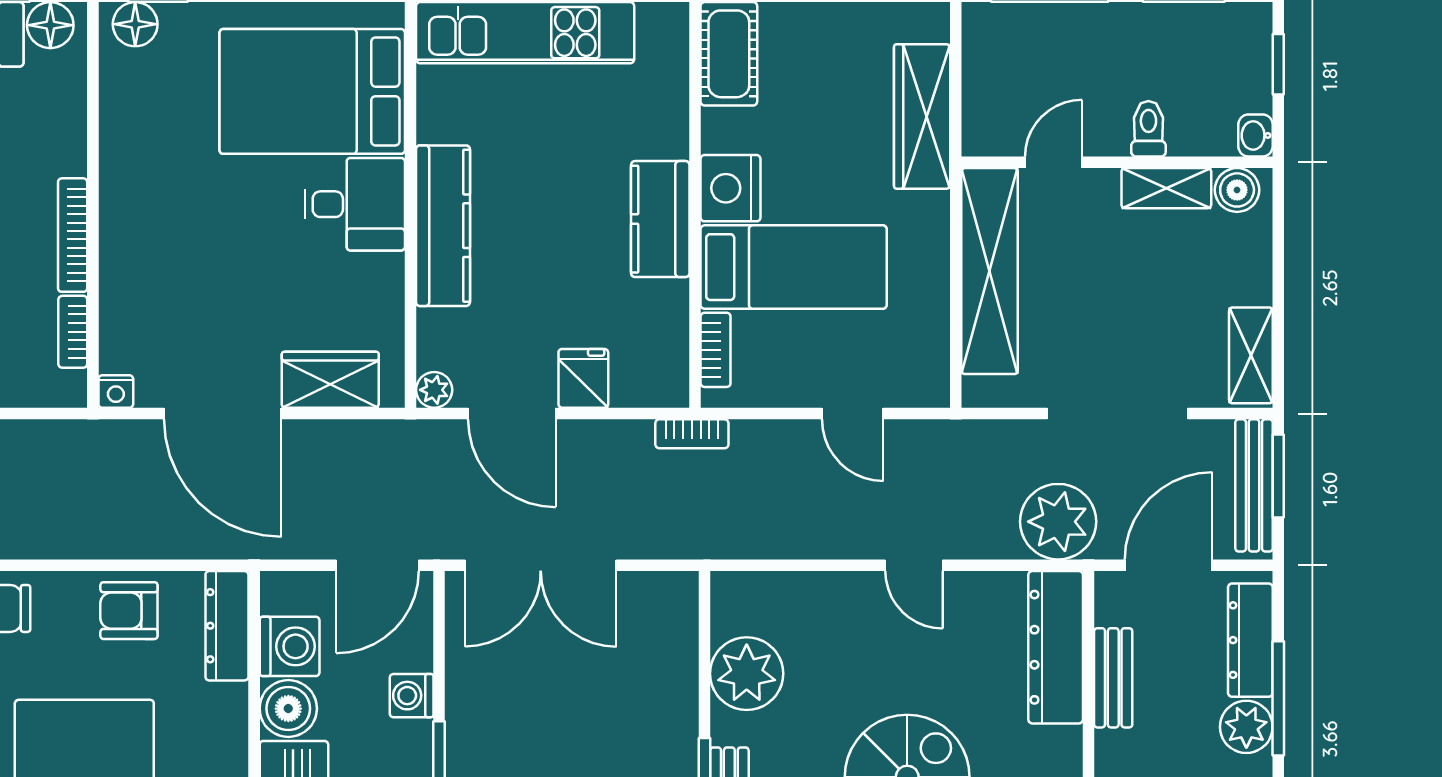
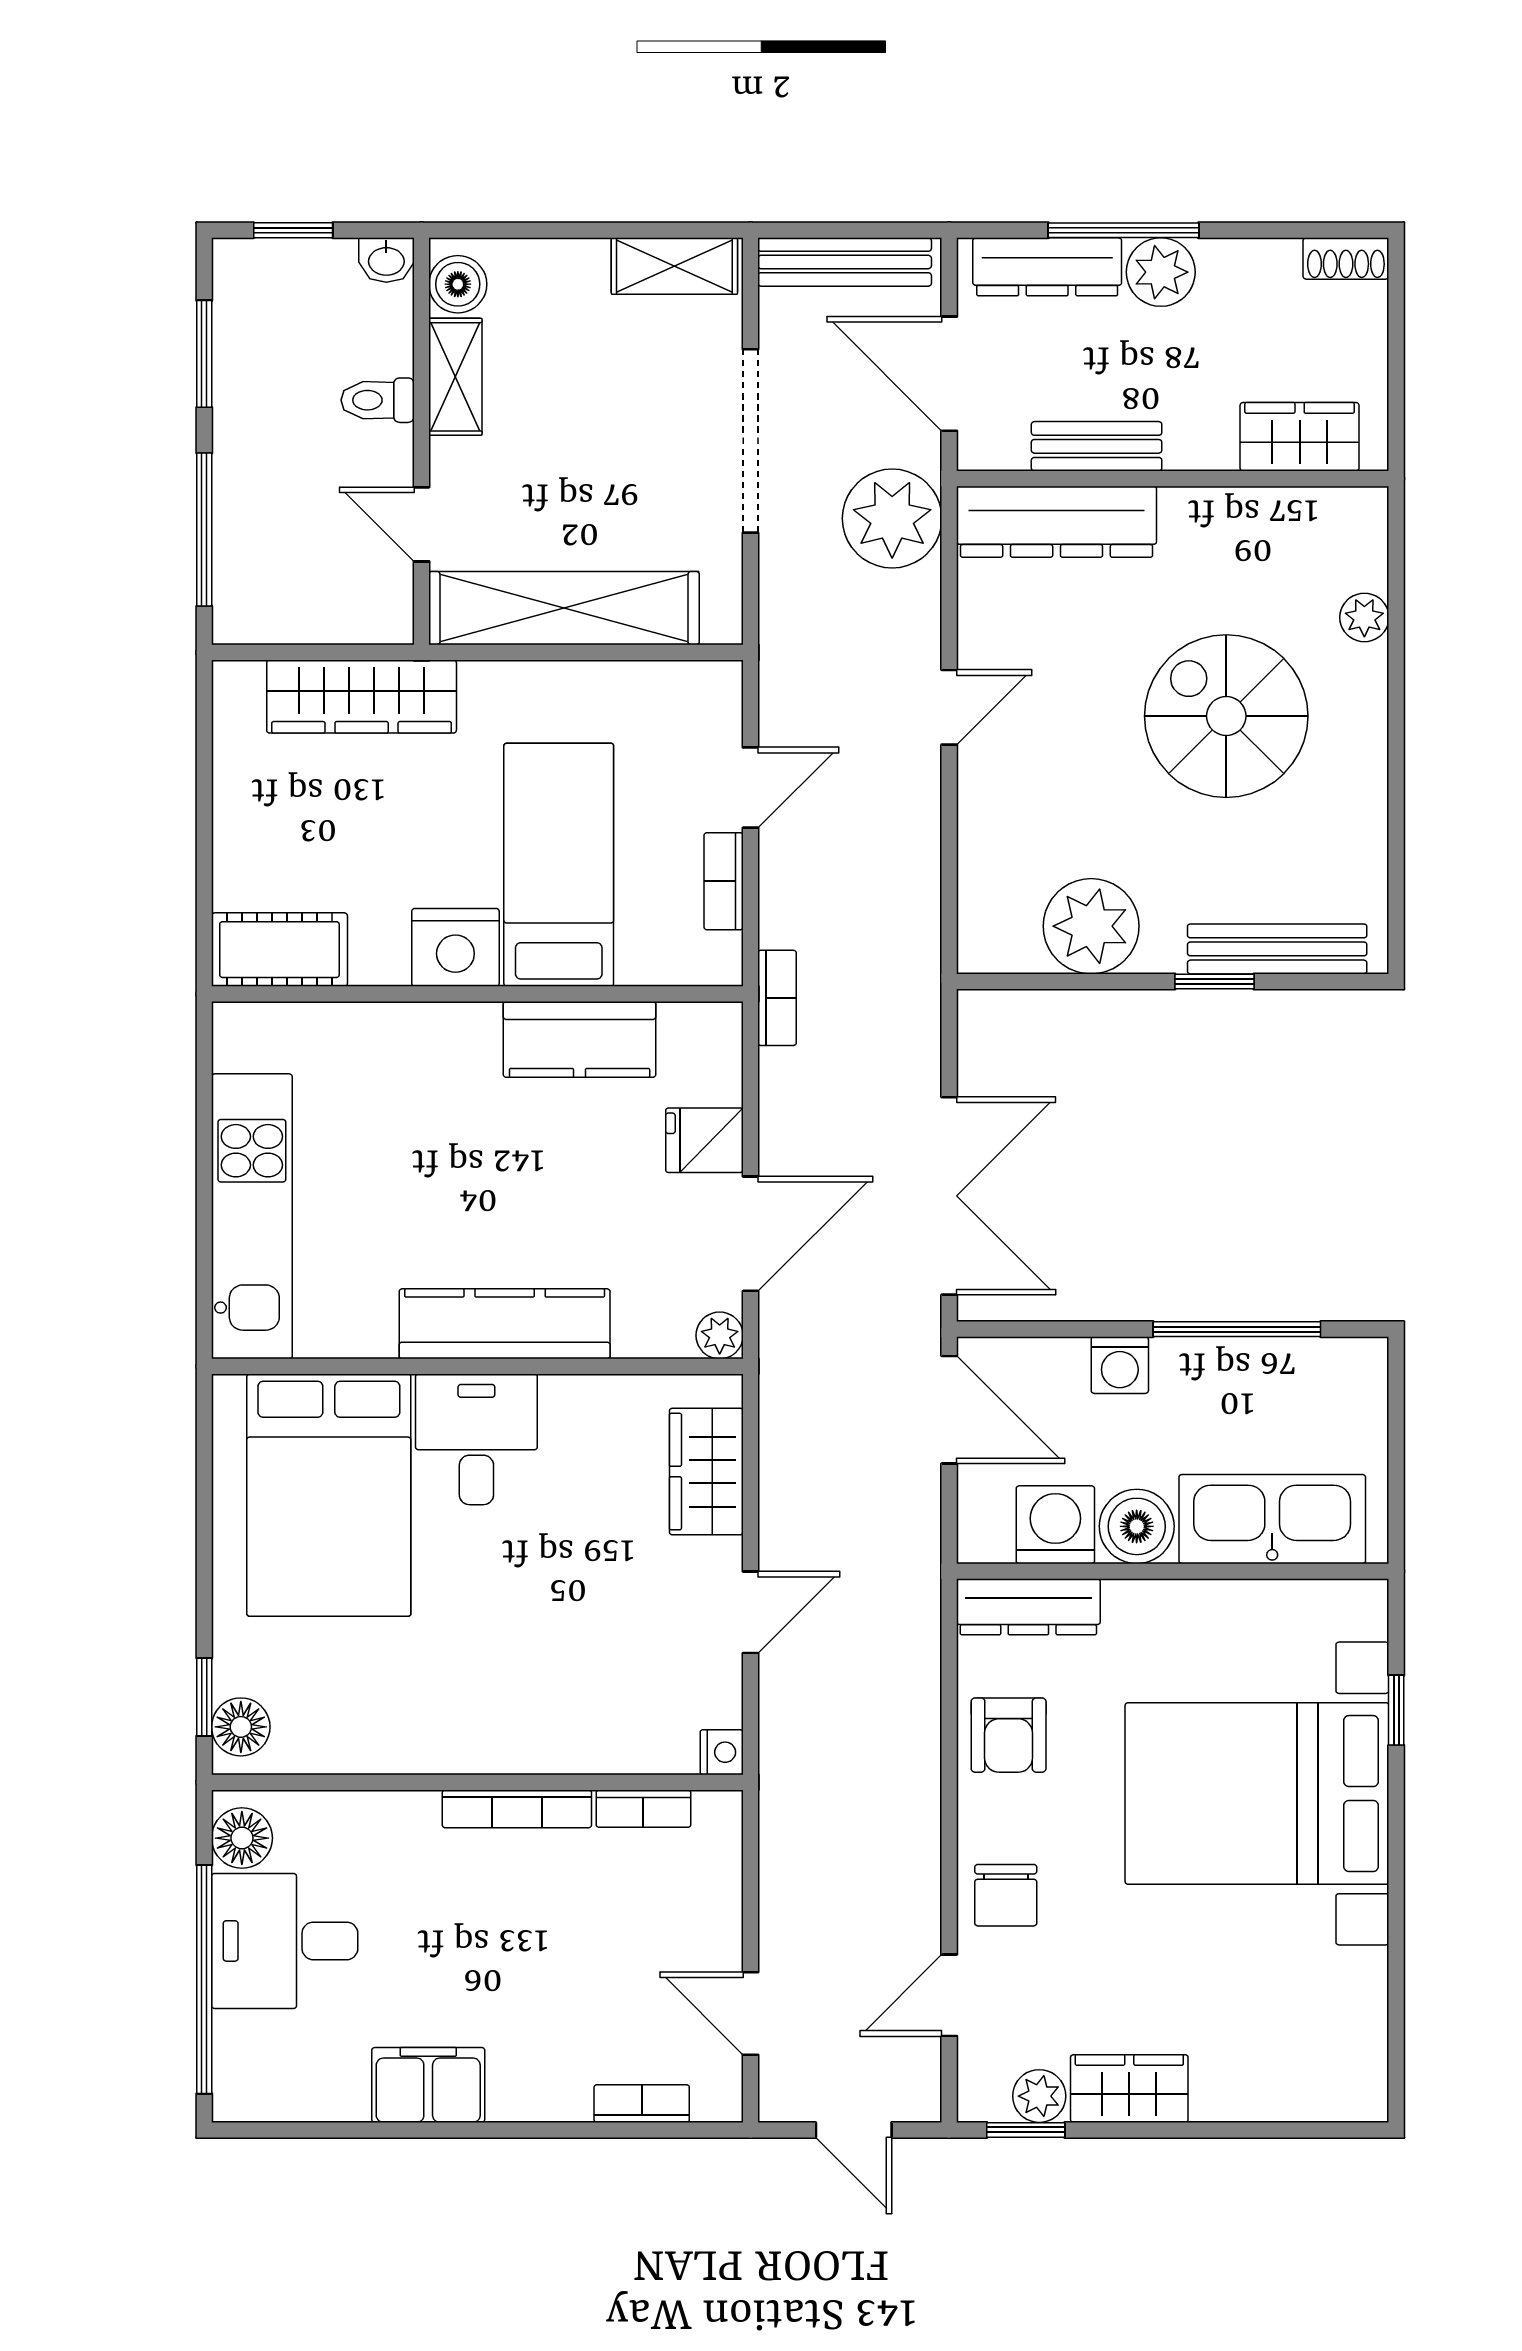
kitchen counter: (660, 219) -> (580, 1039), moved
bookcase: (716, 350) -> (724, 881), moved, turned -90
door: (223, 414) -> (751, 1612), width x0.53
window: (1278, 476) -> (832, 230), removed

